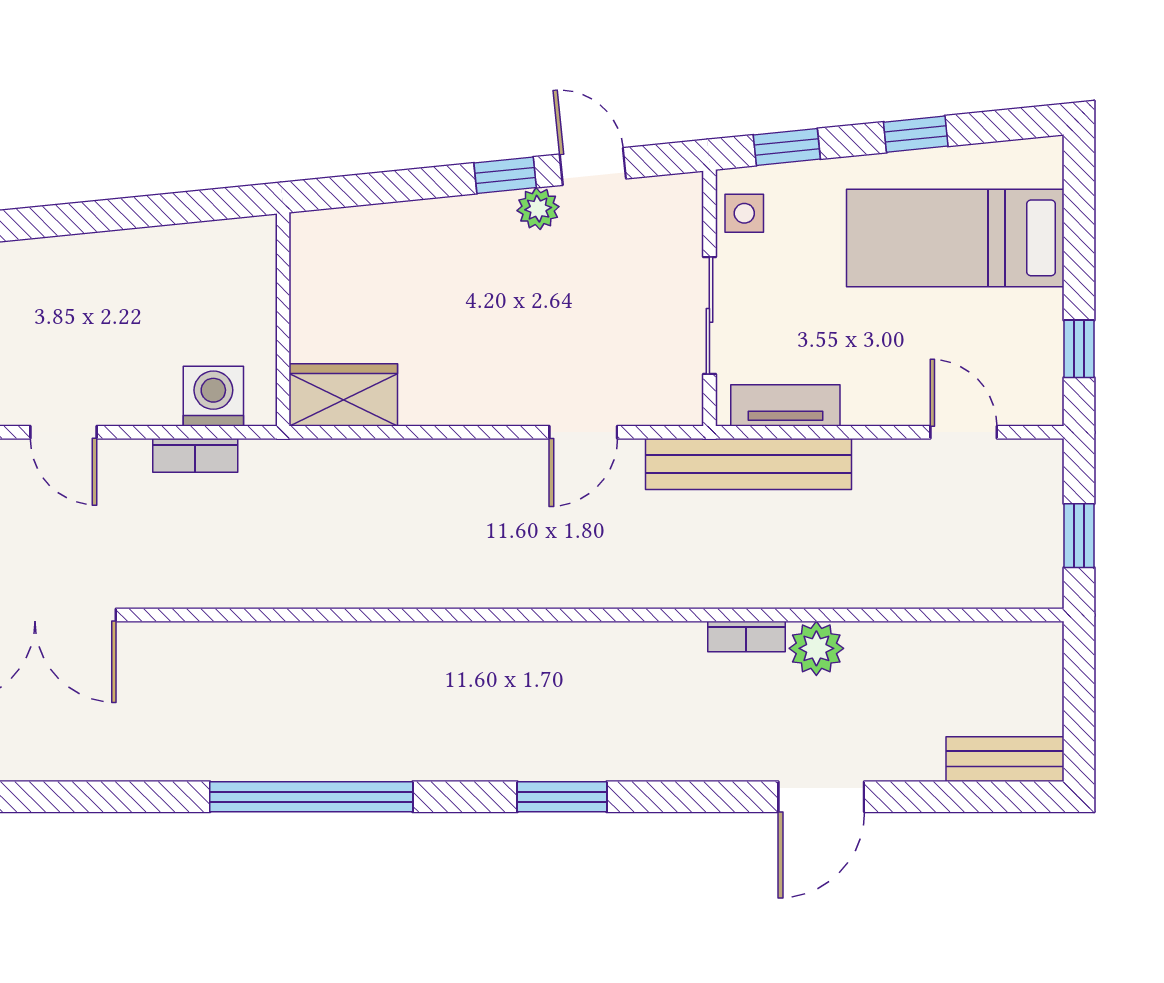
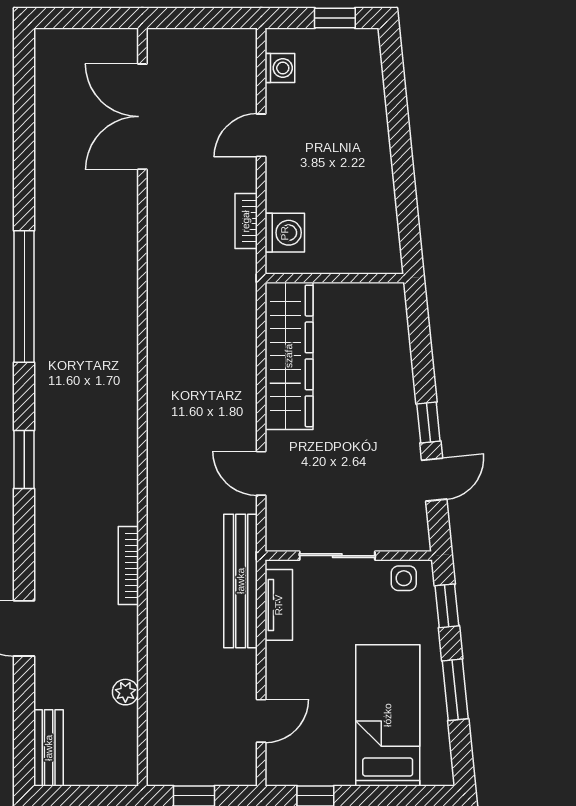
window: (916, 134) -> (455, 690), width x1.50
plant: (538, 209) -> (407, 444), removed
wardrobe: (343, 395) -> (289, 356), width x2.10, depth x1.17
bookcase: (746, 637) -> (128, 566), width x1.56
plant: (816, 648) -> (125, 692), moved, width x0.73, depth x0.73

